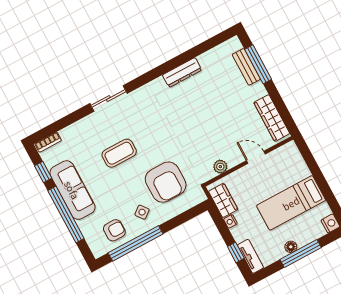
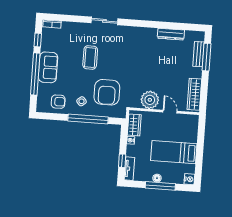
dresser: (182, 72) -> (171, 34), moved
coffee table: (119, 153) -> (90, 57), turned 90
plant: (220, 167) -> (150, 100), width x1.88, depth x1.88
sofa: (72, 190) -> (48, 67), width x0.73
window: (136, 243) -> (88, 119), moved

